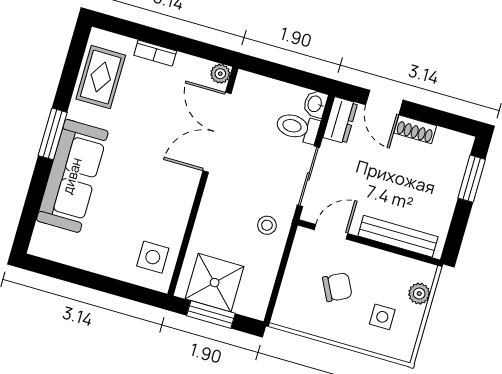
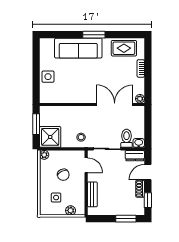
window: (445, 120) -> (148, 200), added
bench: (398, 236) -> (92, 194), width x0.73
side table: (153, 257) -> (48, 77), moved
shower: (215, 283) -> (50, 137), moved
plant: (282, 316) -> (44, 155), added

